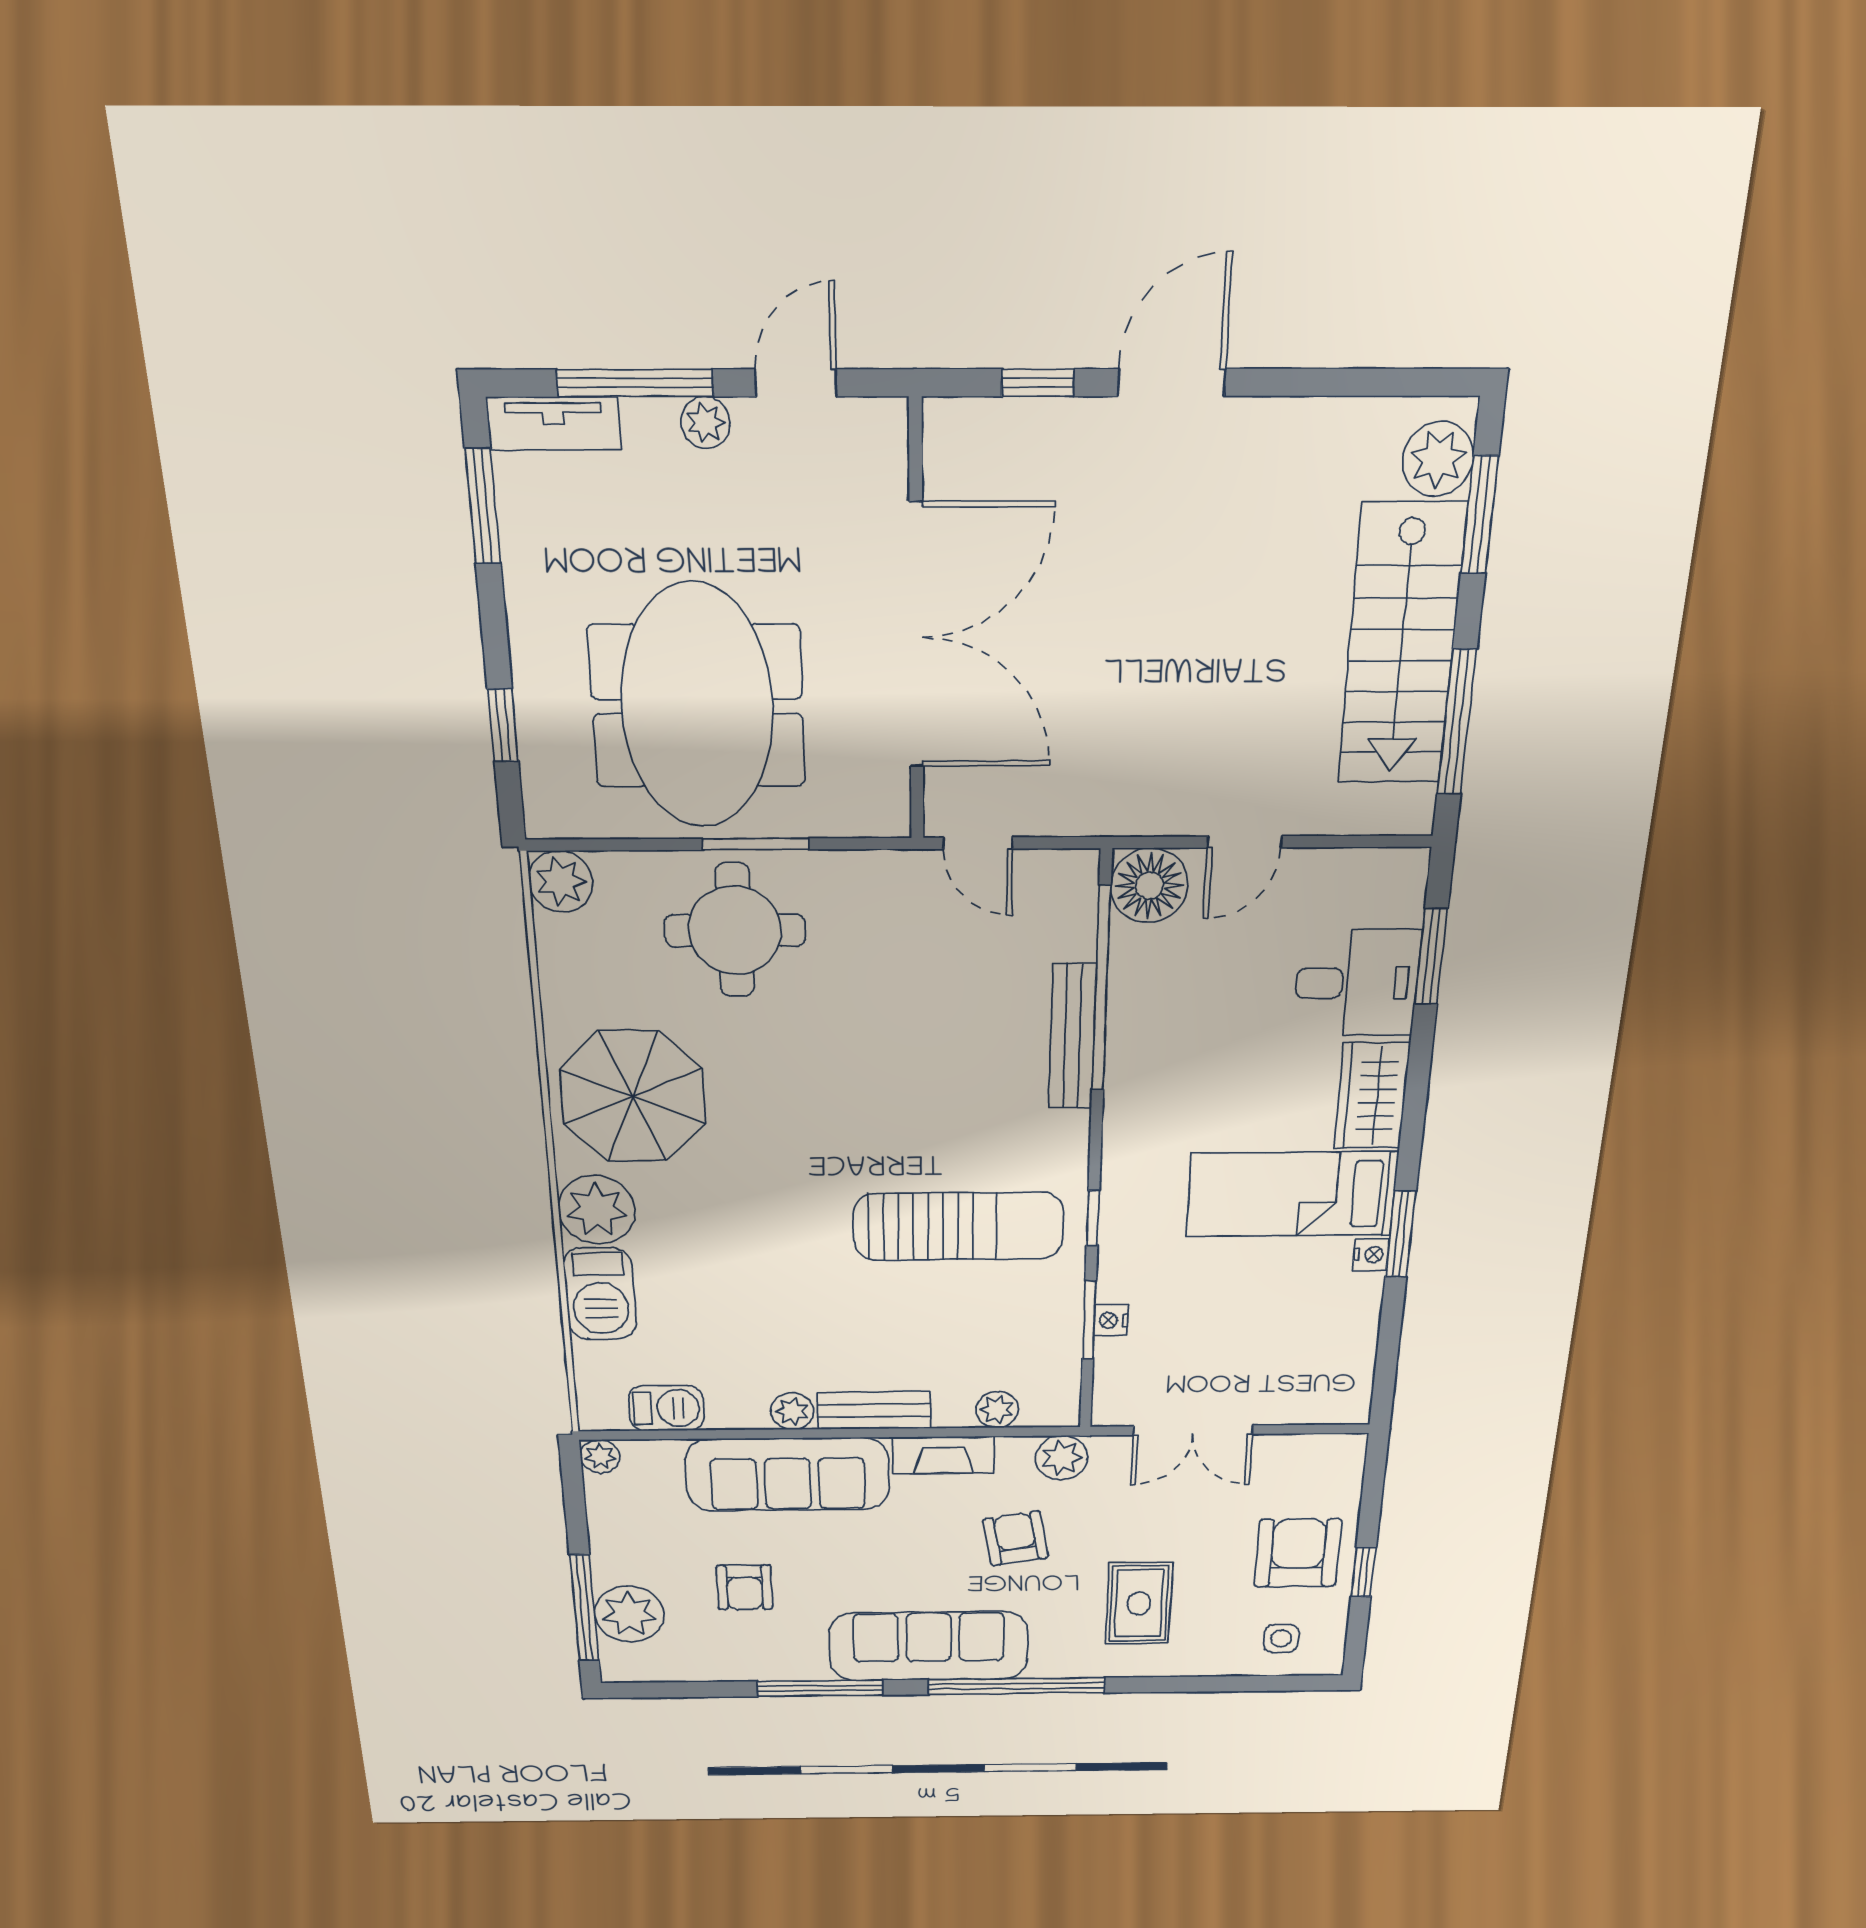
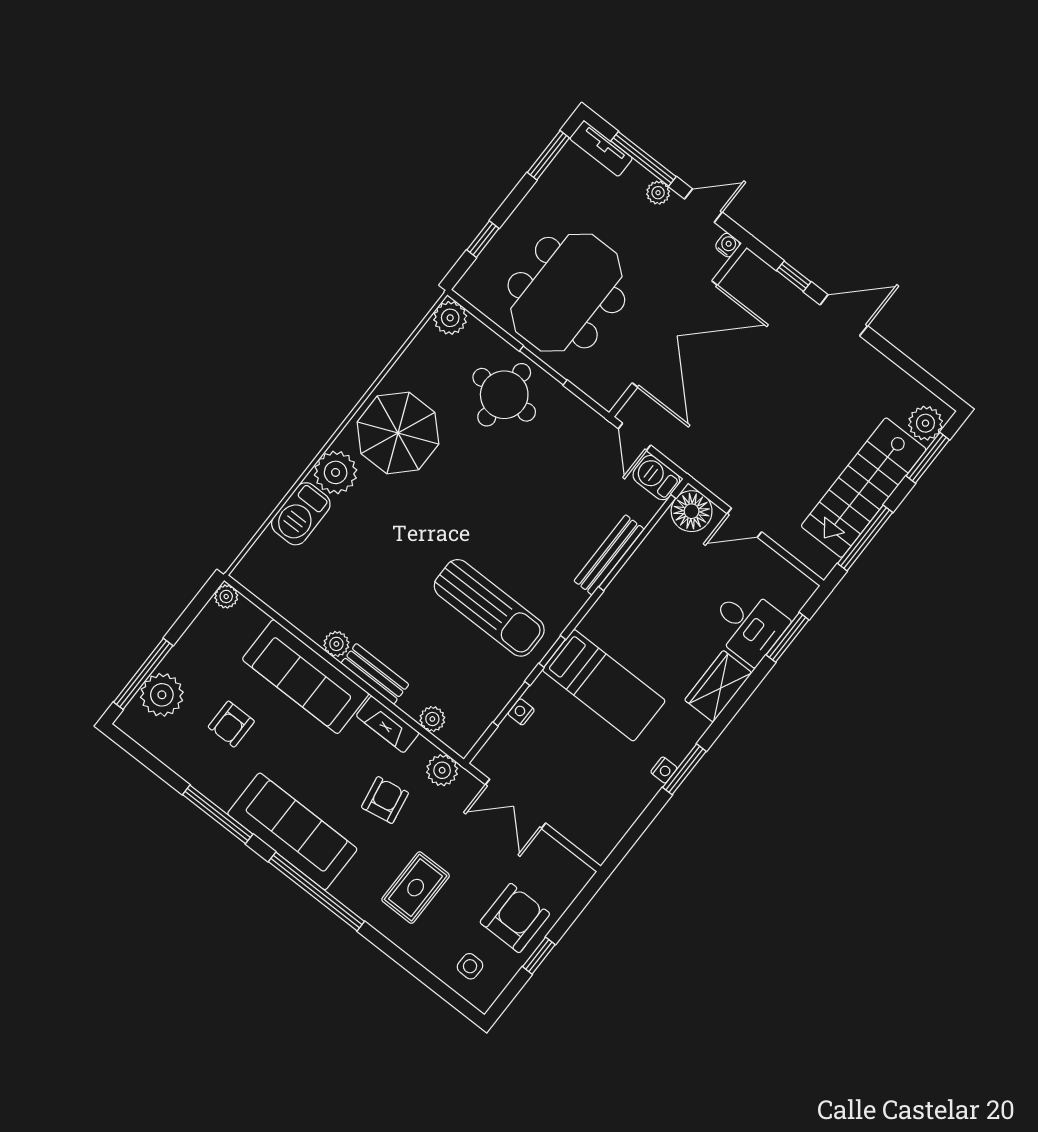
water cooler: (888, 419) -> (728, 245), added
bed: (1292, 1194) -> (604, 685), moved, turned 180
barbecue: (666, 1408) -> (656, 478), moved, turned 180

